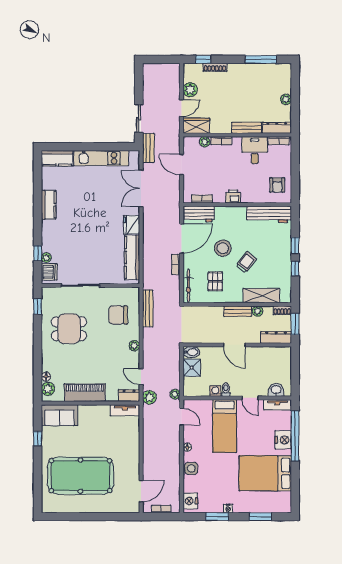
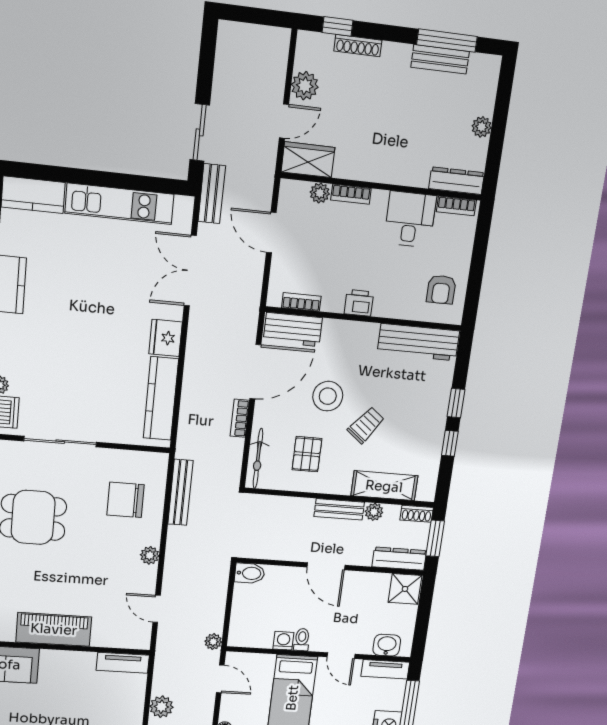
bench: (247, 128) -> (440, 59), moved
shower: (192, 368) -> (405, 589), moved
dresser: (129, 396) -> (132, 639), removed
plant: (149, 397) -> (161, 707), moved

